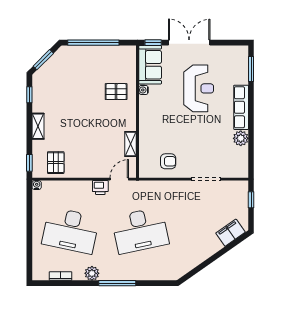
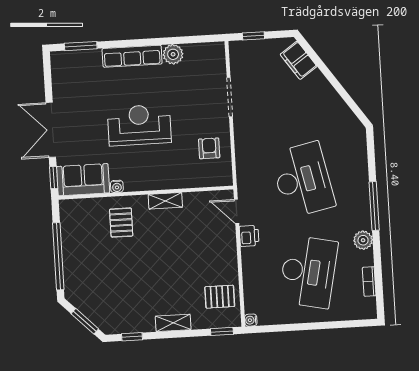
reception desk: (199, 88) -> (139, 125), moved
shelving: (130, 144) -> (165, 201), moved

